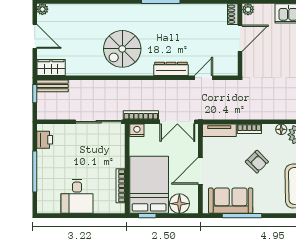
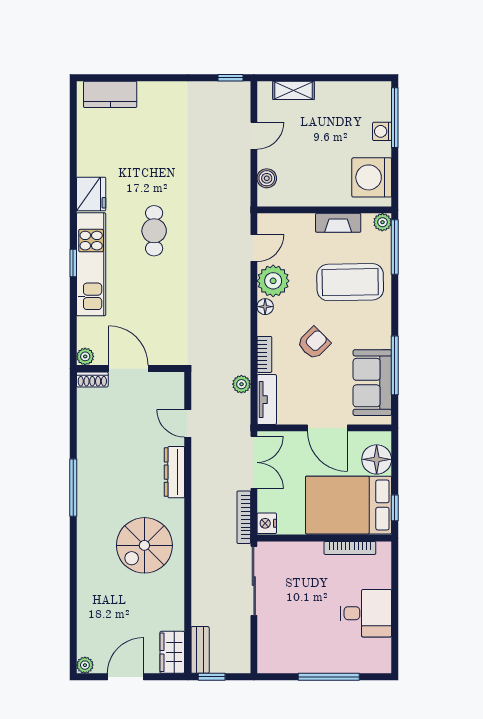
spiral stairs: (122, 49) -> (144, 545), turned 90
plant: (230, 114) -> (241, 384), added
printer: (45, 140) -> (281, 662), removed

